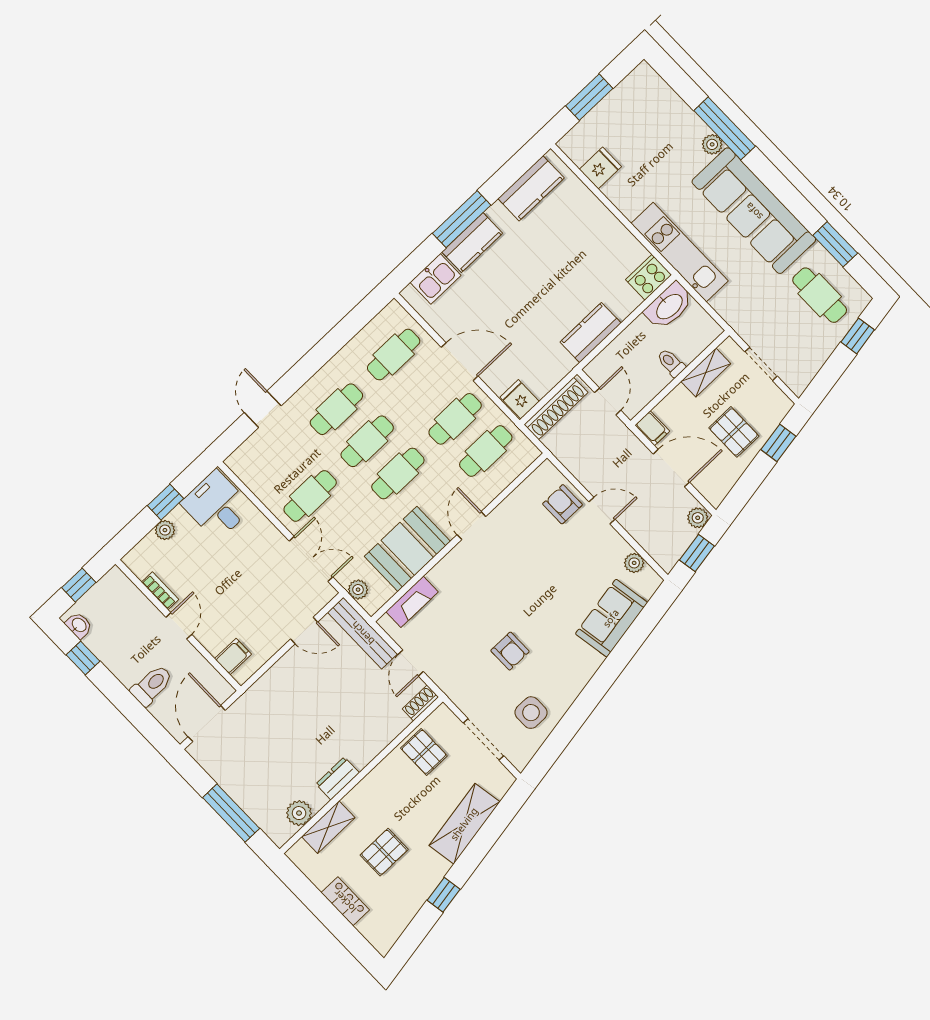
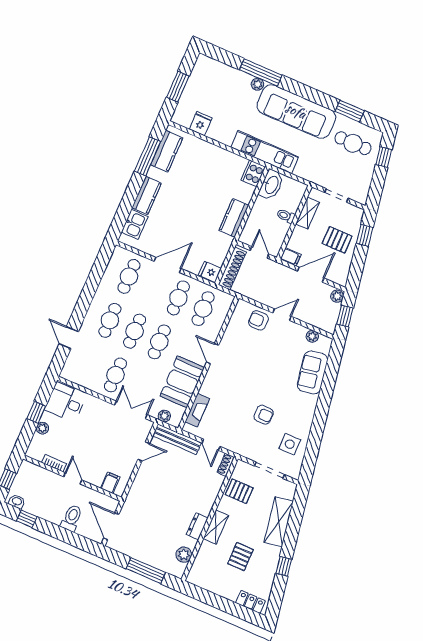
window: (462, 219) -> (148, 156), moved
shelving: (328, 827) -> (216, 527), moved
locker: (345, 901) -> (251, 602), moved

